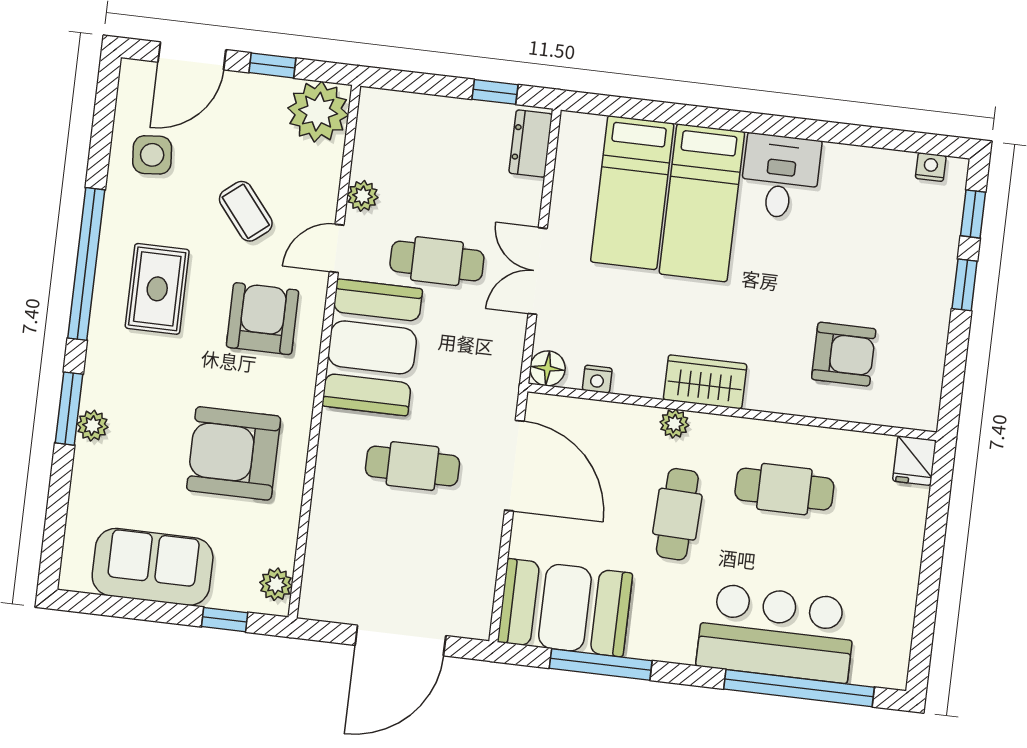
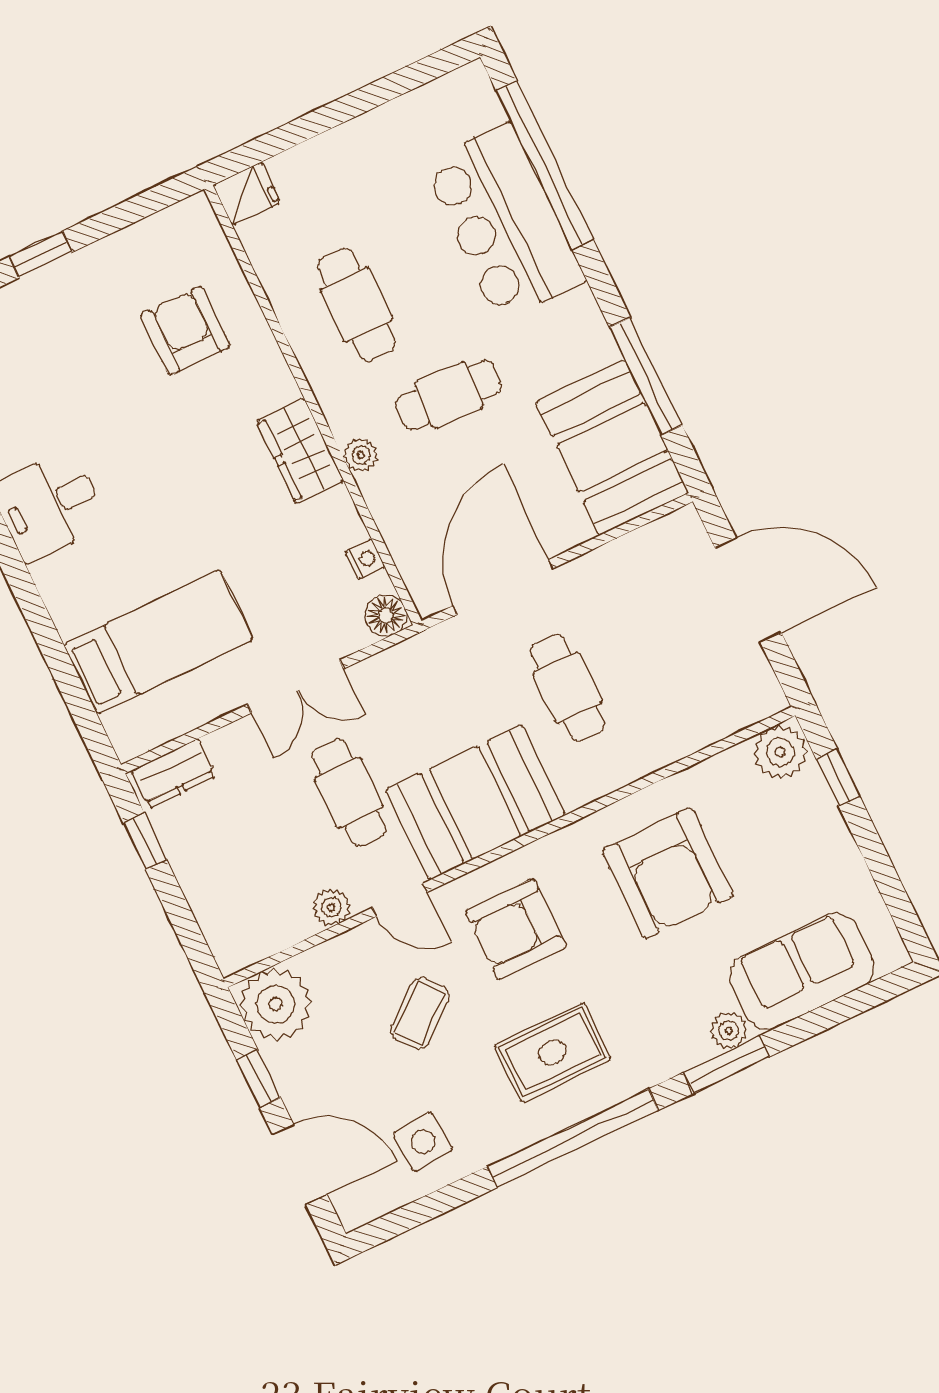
bed: (702, 203) -> (125, 566), removed
sofa: (153, 567) -> (802, 972), moved, turned 90
plant: (276, 584) -> (780, 752), width x1.38, depth x1.38

